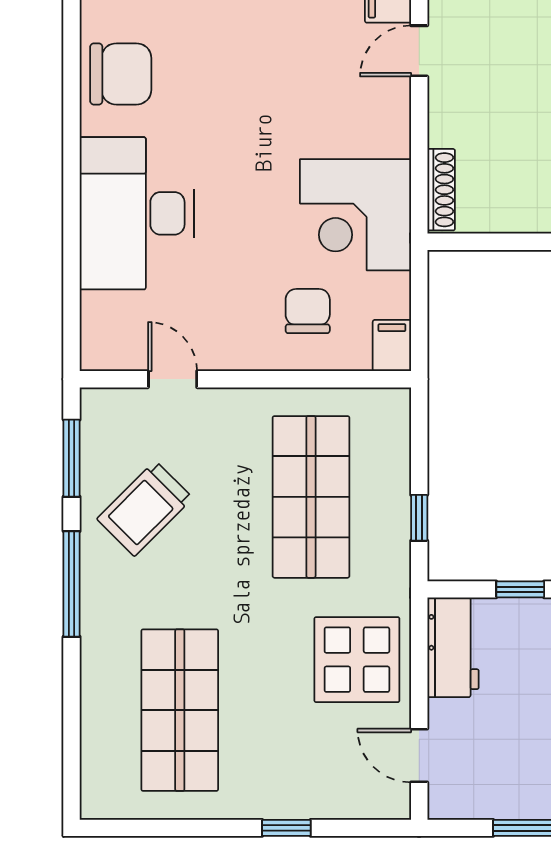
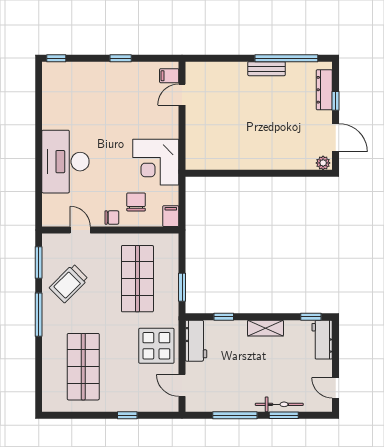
chair: (121, 74) -> (112, 218), moved, width x0.54, depth x0.54
shoe rack: (441, 190) -> (191, 152), removed
window: (419, 518) -> (182, 287), width x1.50

